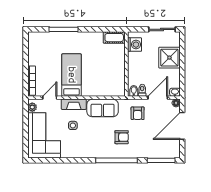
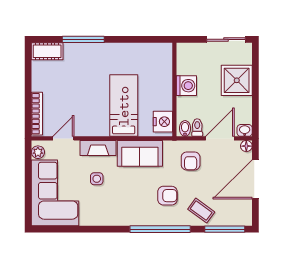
cot: (114, 38) -> (47, 51), moved
washing machine: (135, 45) -> (186, 86), moved
bed: (71, 75) -> (124, 106), moved
nightstand: (118, 86) -> (163, 122), added
coffee table: (145, 147) -> (201, 211), added

